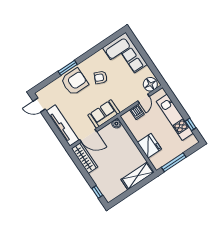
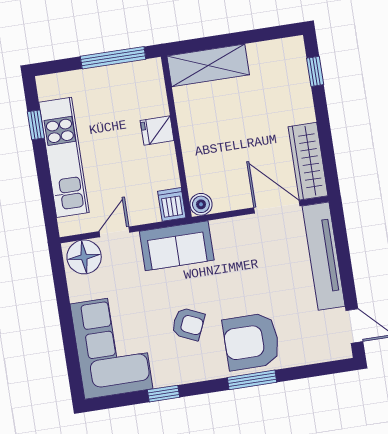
window: (98, 48) -> (163, 394), added
dishwasher: (137, 112) -> (172, 204), moved
sofa: (104, 114) -> (177, 246), moved
fridge: (149, 146) -> (157, 131), width x0.53, depth x0.75

